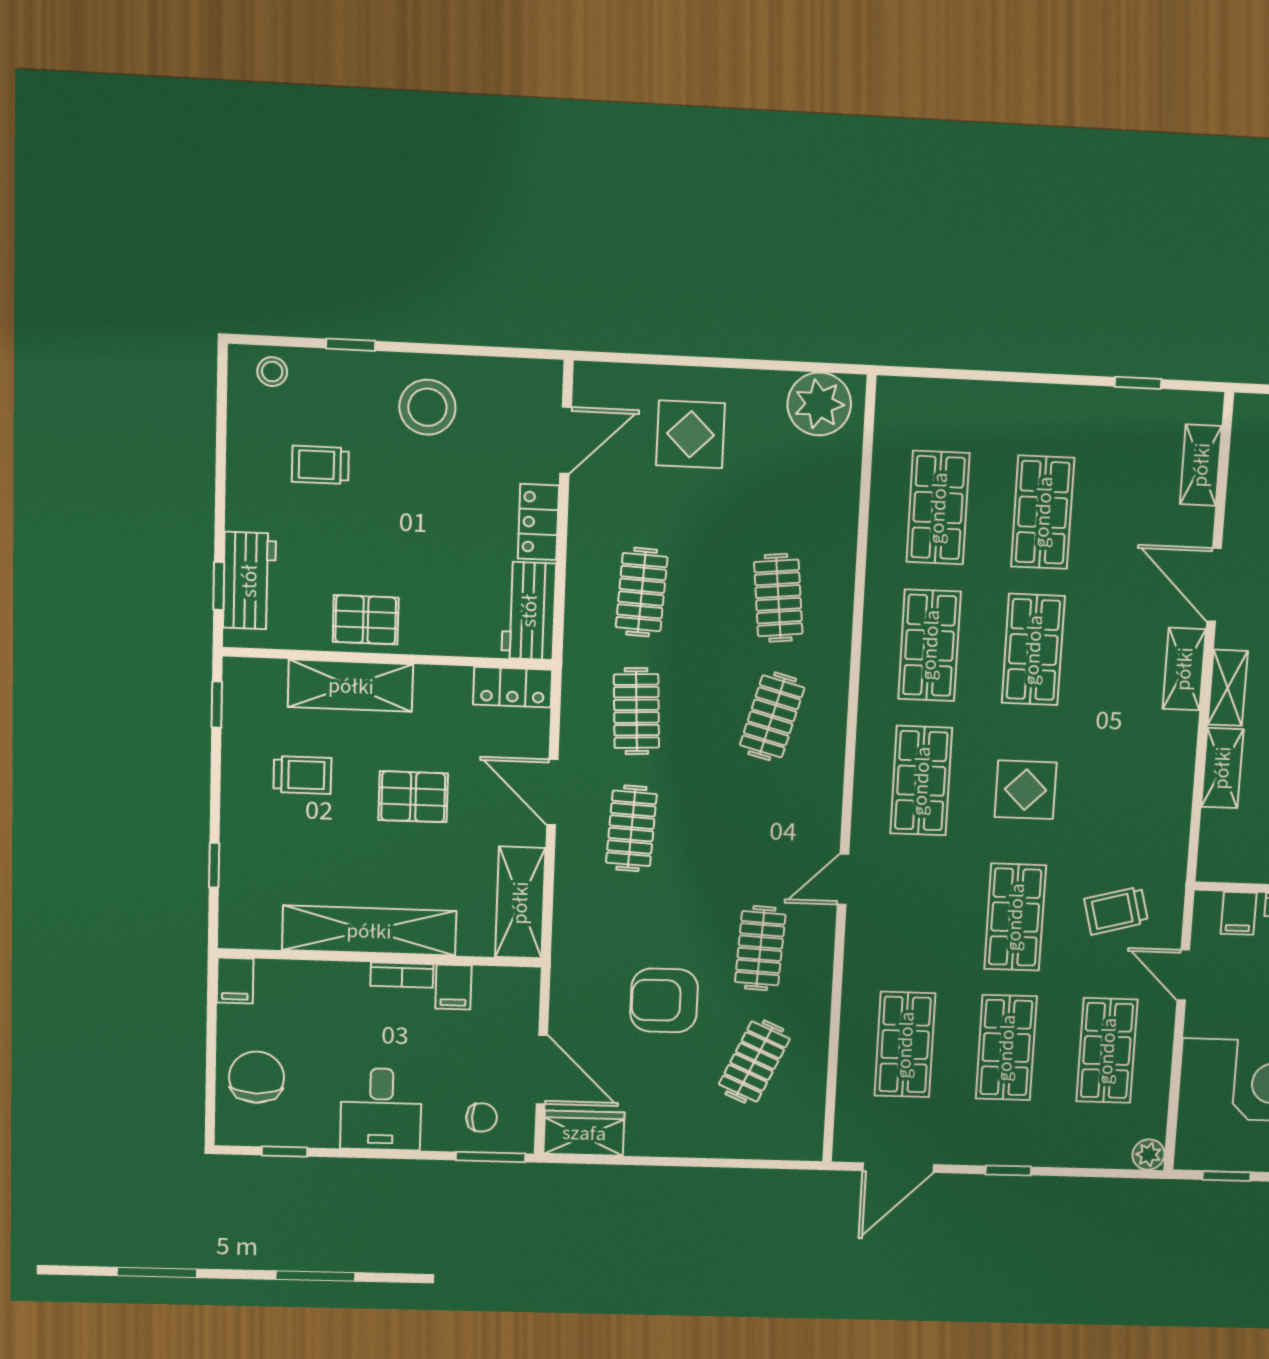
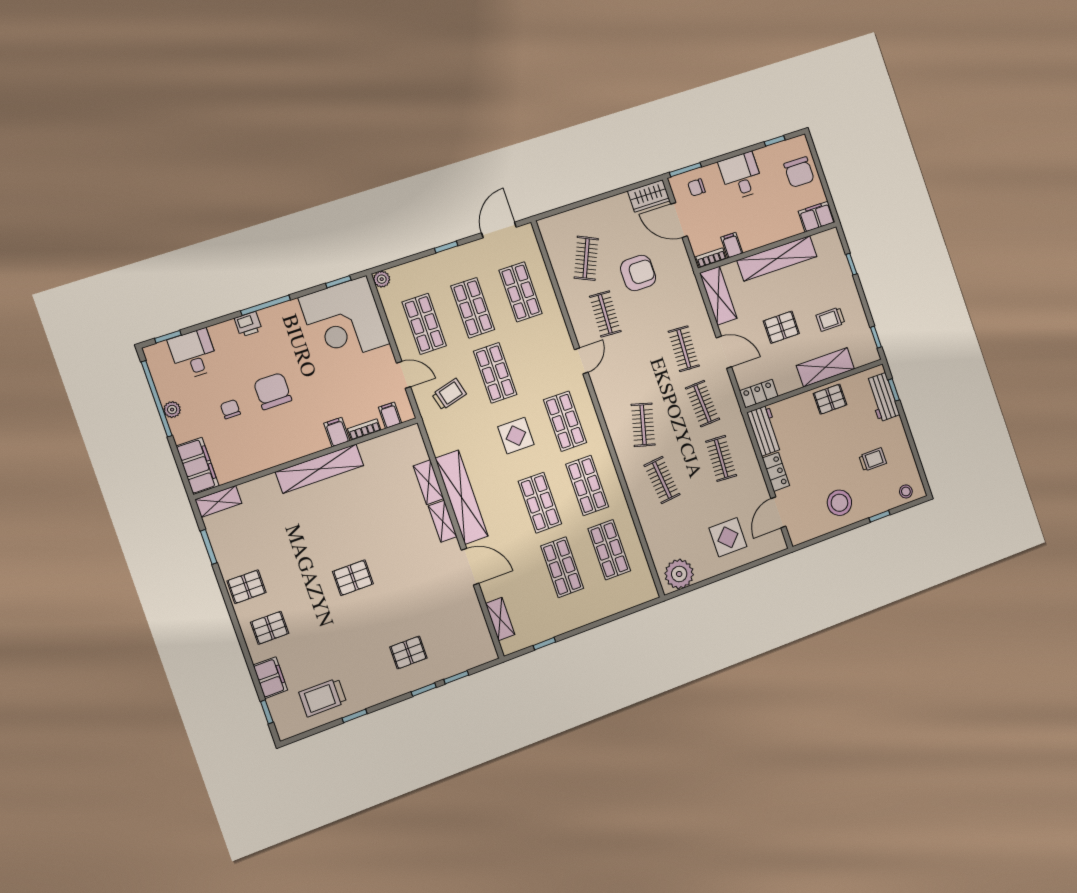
shelving: (1184, 669) -> (462, 497), width x2.20, depth x1.33
bookcase: (402, 975) -> (711, 258), moved
filing cabinet: (235, 981) -> (817, 217), width x2.00

